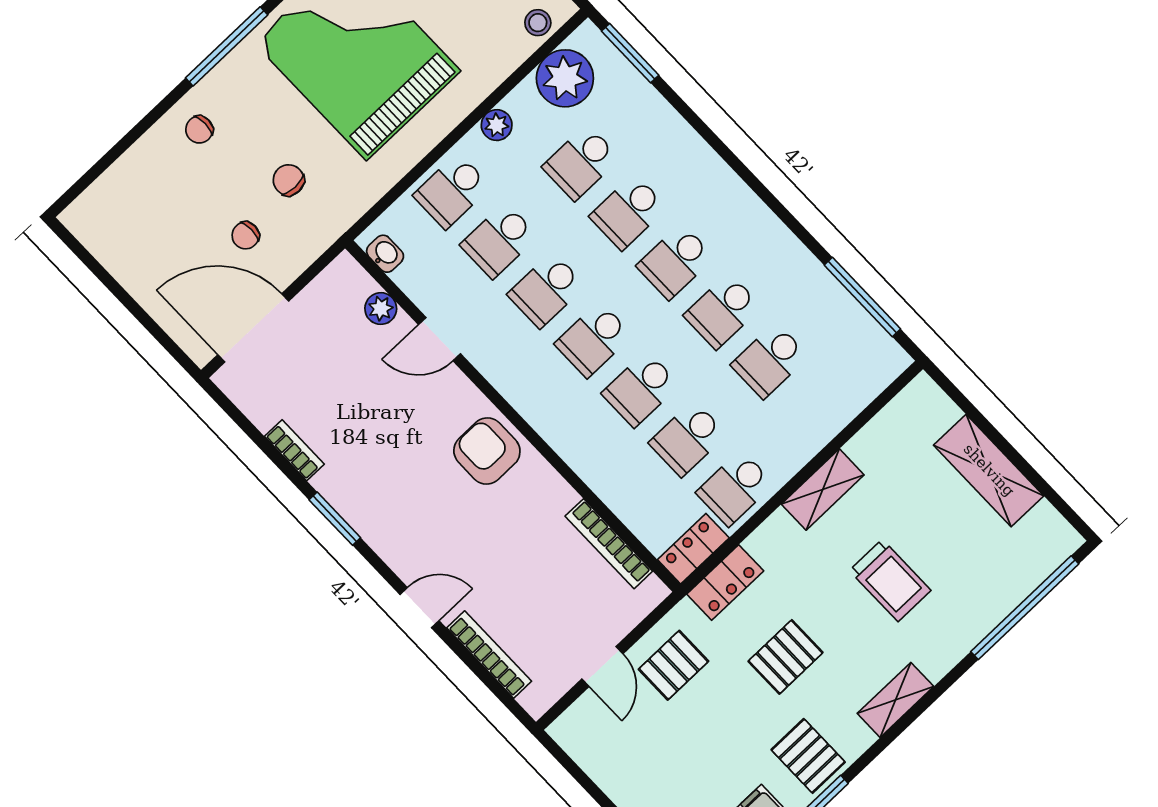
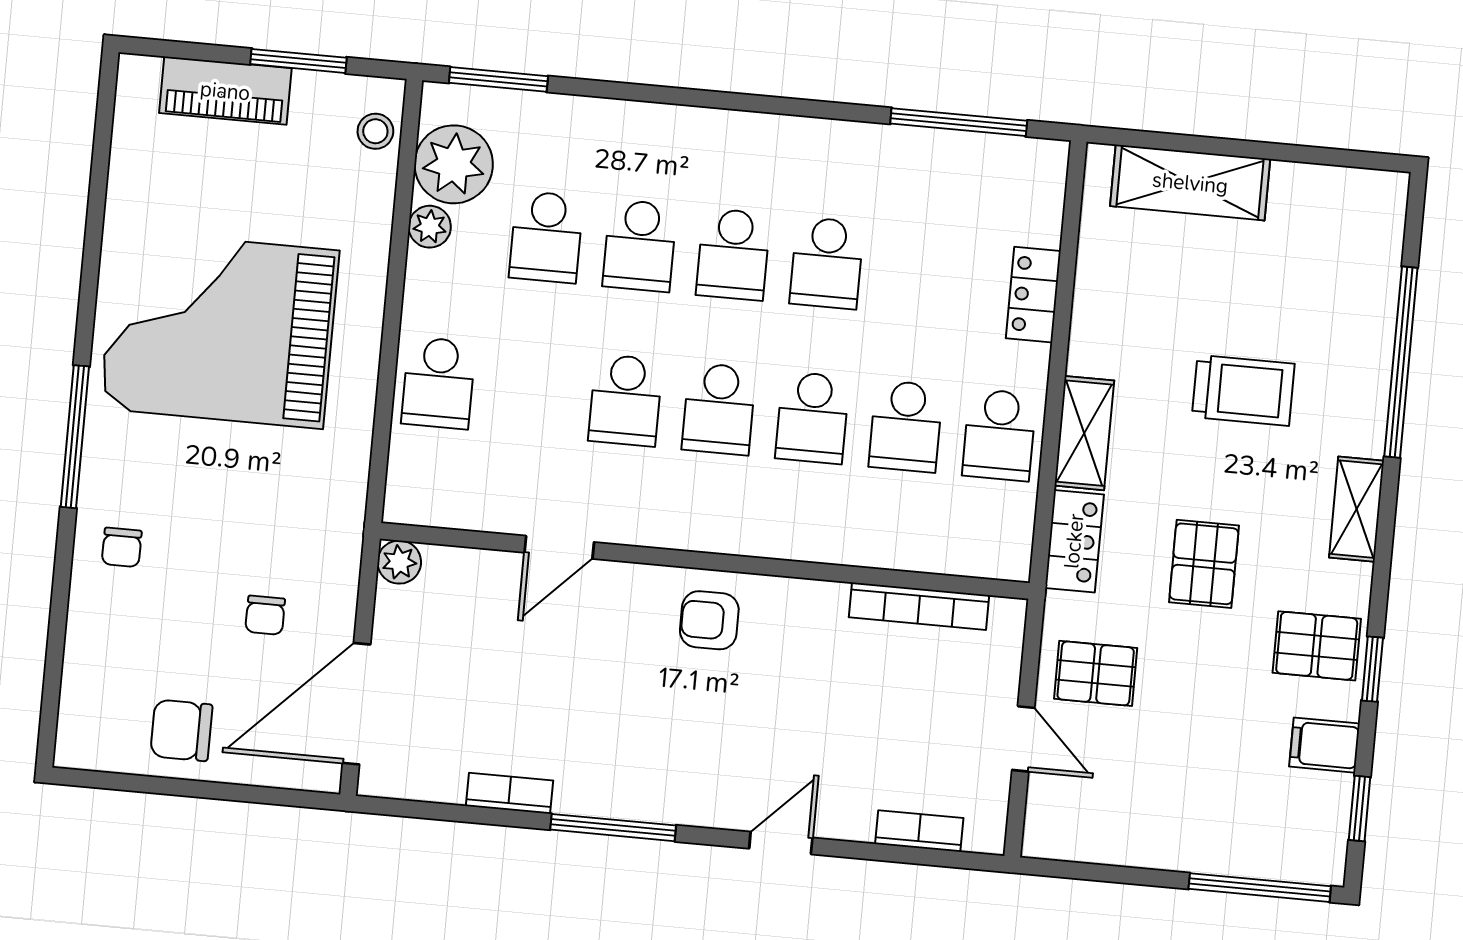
plant: (497, 125) -> (430, 227), moved
chair: (289, 180) -> (181, 730), moved, width x1.37, depth x1.37
school desk: (499, 241) -> (532, 392), removed
washbasin: (385, 254) -> (426, 508), removed
plant: (381, 309) -> (399, 562), moved
school desk: (770, 361) -> (920, 272), removed
armchair: (487, 451) -> (709, 620), width x0.72, depth x0.72
shelving: (989, 470) -> (1190, 183), moved
shelving: (823, 490) -> (1084, 433), moved
window: (335, 519) -> (613, 828), width x1.44
locker: (693, 549) -> (1033, 295), moved
window: (1025, 608) -> (1401, 362), moved
bookcase: (489, 655) -> (919, 831), width x0.64
pallet: (674, 665) -> (1096, 673), turned 90

